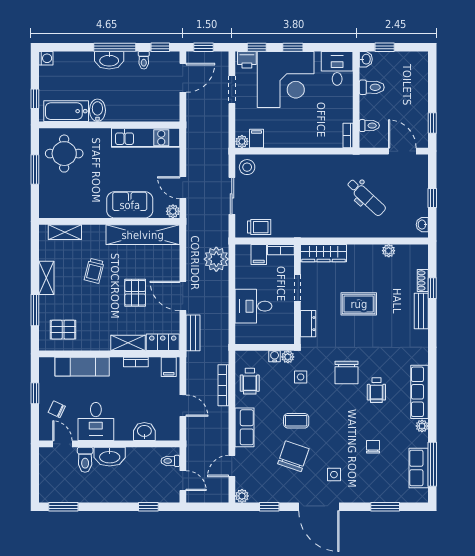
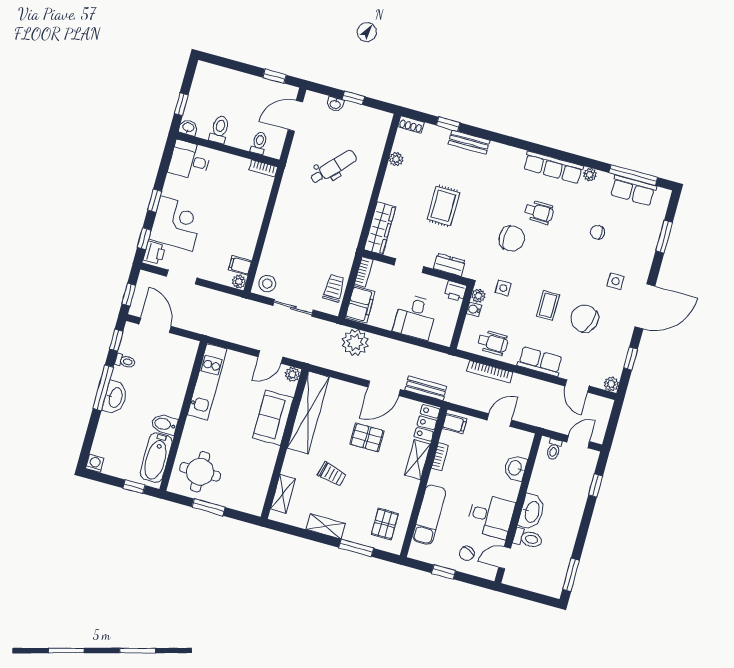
corner desk: (286, 80) -> (176, 223), width x0.74, depth x0.74
washbasin: (422, 225) -> (335, 104), moved
filing cabinet: (259, 254) -> (360, 305), width x2.00
shoe rack: (423, 281) -> (411, 125), moved
printer: (286, 335) -> (455, 291), added

